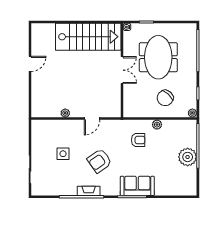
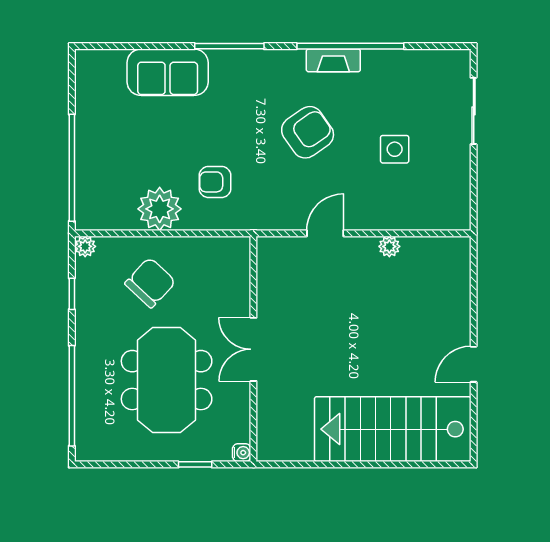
stairs: (88, 37) -> (393, 429), moved
plant: (157, 125) -> (160, 209), width x1.88, depth x1.88
plant: (188, 157) -> (97, 141), removed
sofa: (137, 186) -> (168, 72), moved

